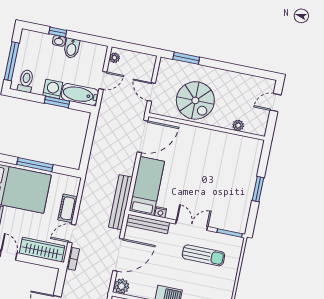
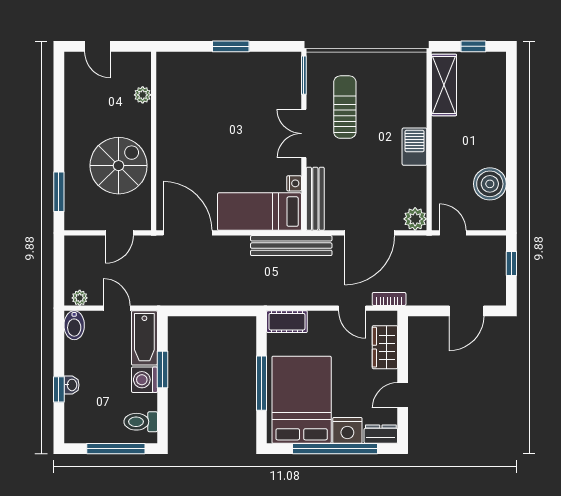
bidet: (72, 48) -> (74, 325), moved, turned 90
cot: (68, 208) -> (287, 322), moved
wardrobe: (42, 250) -> (385, 347), width x0.67
door: (118, 255) -> (370, 233), swing flipped

